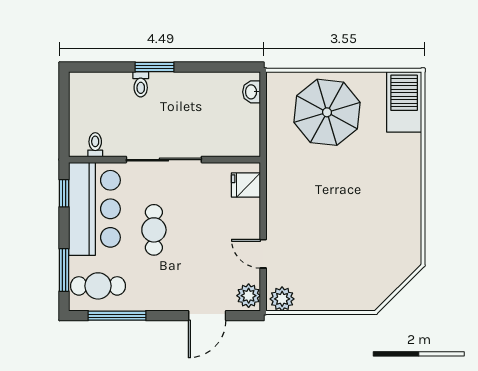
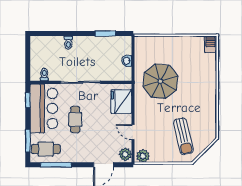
window: (155, 67) -> (105, 34), moved
washbasin: (252, 92) -> (127, 61), moved
barbecue: (404, 102) -> (211, 44), width x0.53, depth x0.65
parasol: (327, 112) -> (160, 81), moved
fridge: (246, 185) -> (121, 102), width x1.88, depth x1.34
sun lounger: (359, 262) -> (183, 136), added

